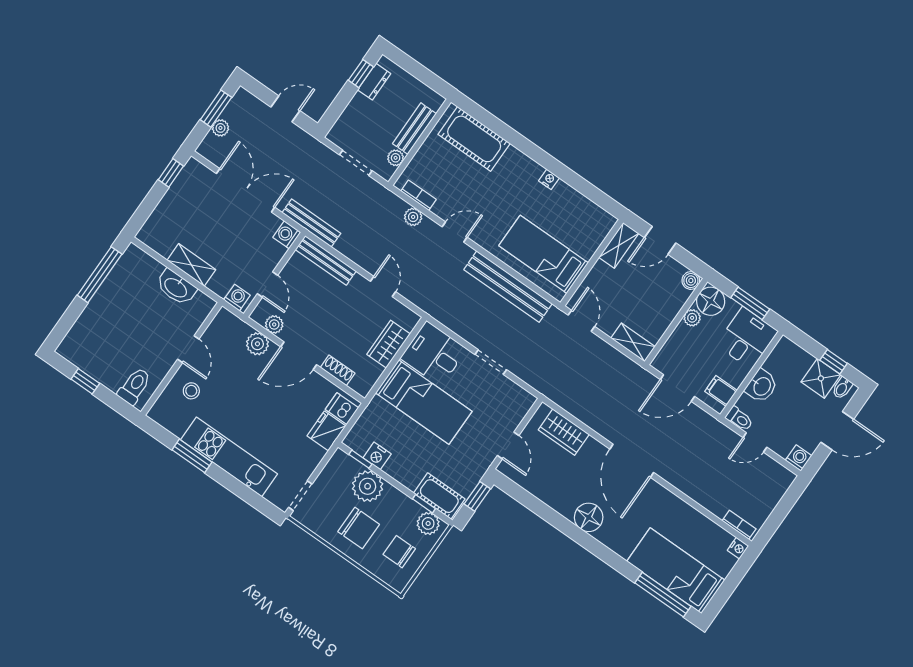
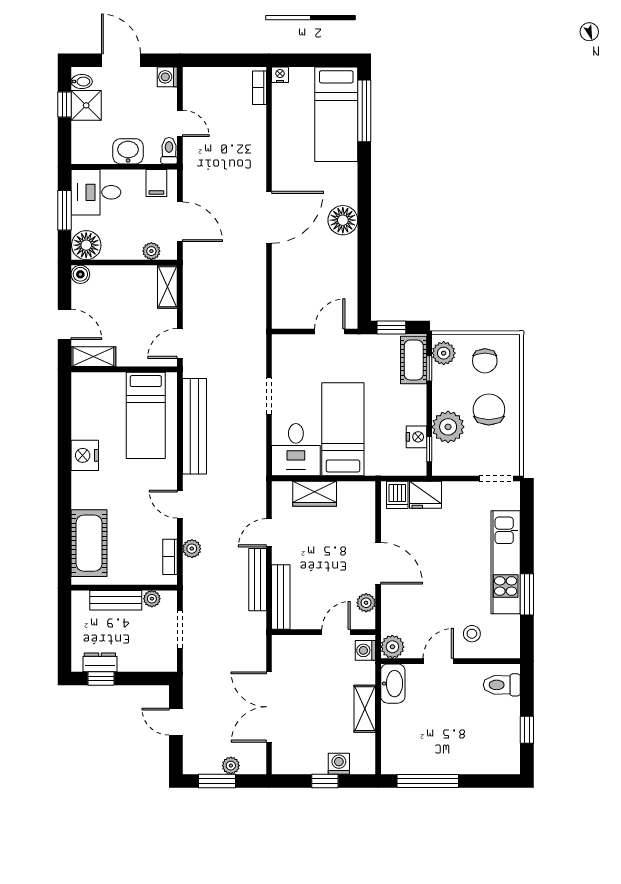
window: (171, 173) -> (325, 781), moved
nightstand: (549, 179) -> (85, 455), width x1.89, depth x1.79
bench: (311, 223) -> (258, 580), moved
washing machine: (287, 235) -> (339, 764), moved, turned 180
washbasin: (176, 287) -> (393, 684), moved
plant: (692, 318) -> (151, 251), moved
plant: (257, 344) -> (392, 647), moved
shoe rack: (338, 370) -> (367, 521), removed
wardrobe: (564, 432) -> (285, 292), removed

